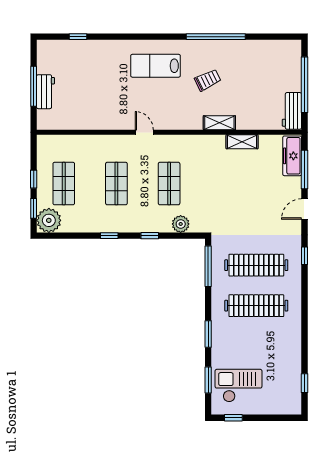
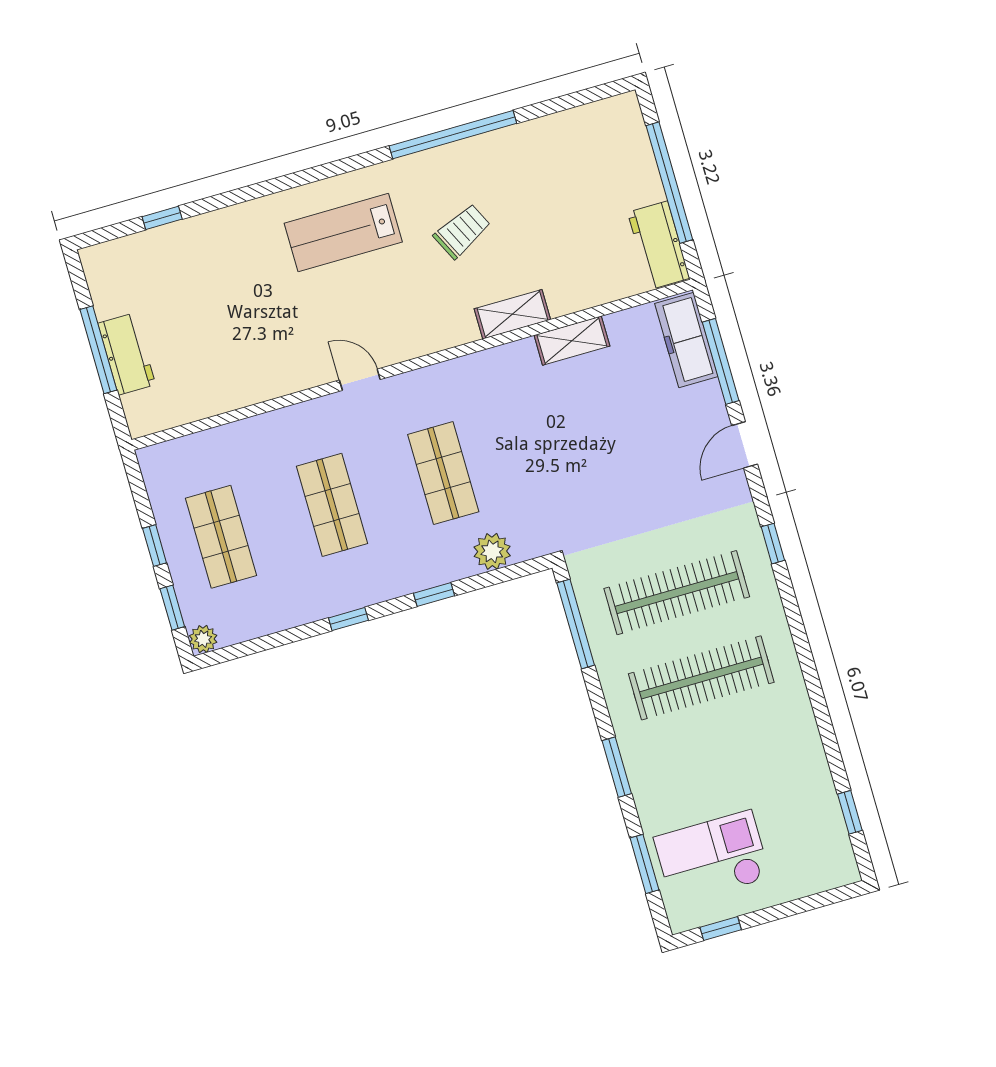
plant: (49, 220) -> (203, 639), width x0.53, depth x0.53

